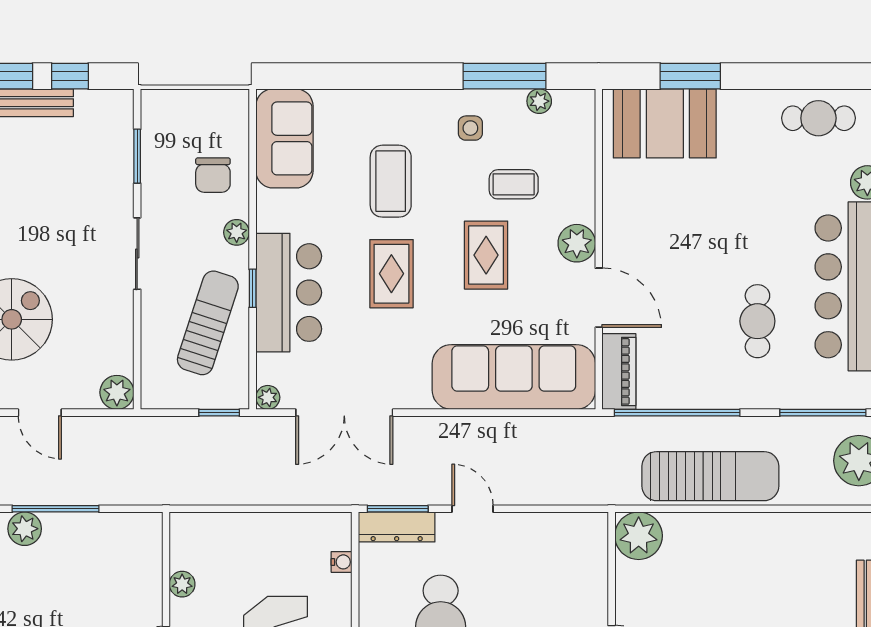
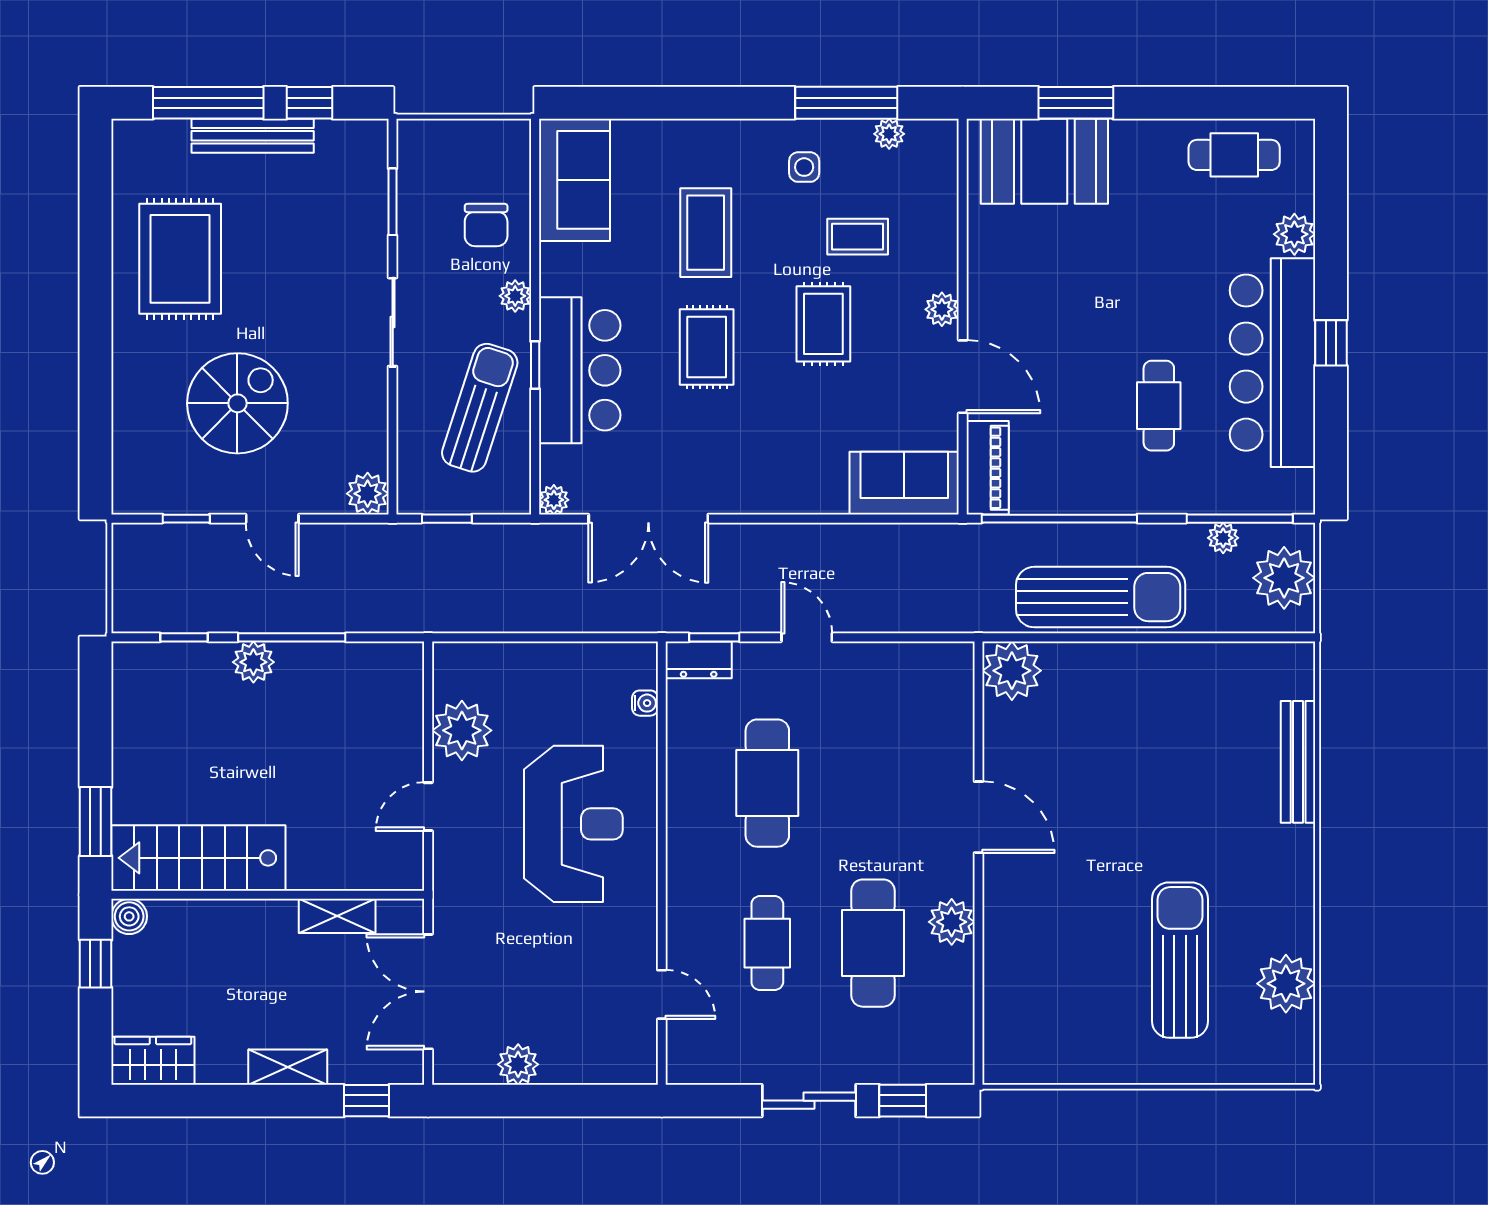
plant: (577, 243) -> (942, 309), width x0.73, depth x0.73
sofa: (514, 377) -> (904, 483), width x0.54, depth x0.79
window: (219, 413) -> (447, 519), moved
plant: (810, 428) -> (1223, 538), added
window: (398, 509) -> (714, 637), width x0.67
dresser: (397, 527) -> (699, 660), width x0.70
plant: (182, 584) -> (462, 730), width x1.88, depth x1.88

